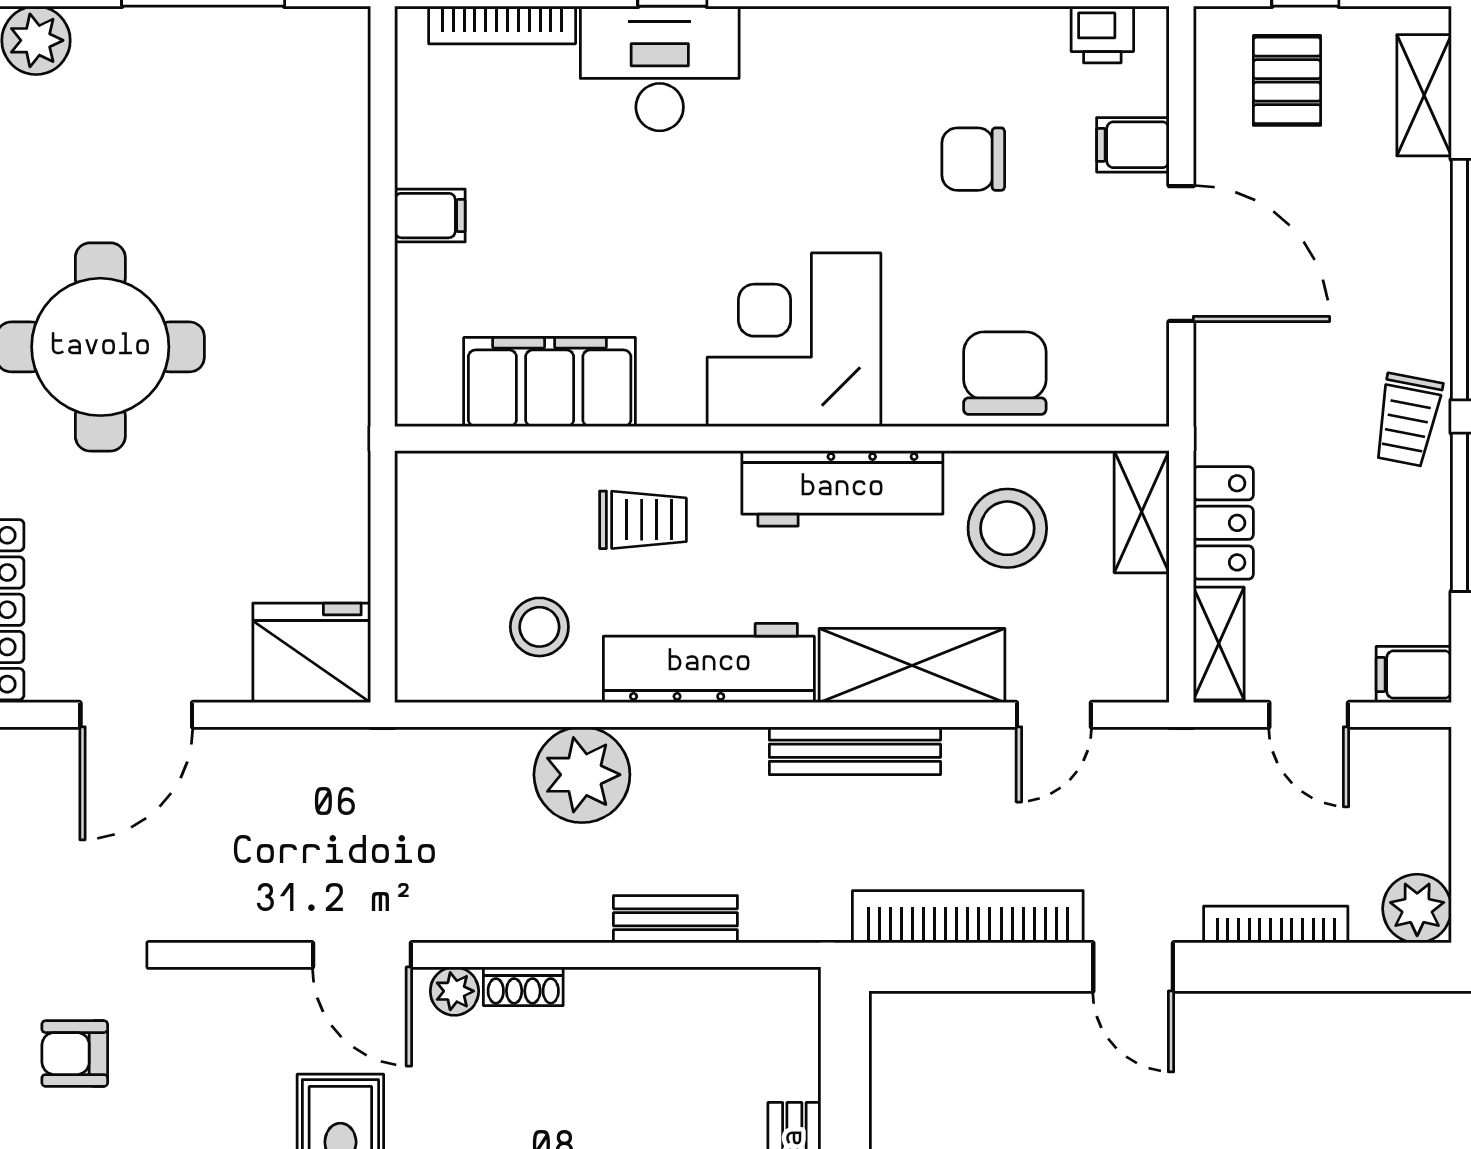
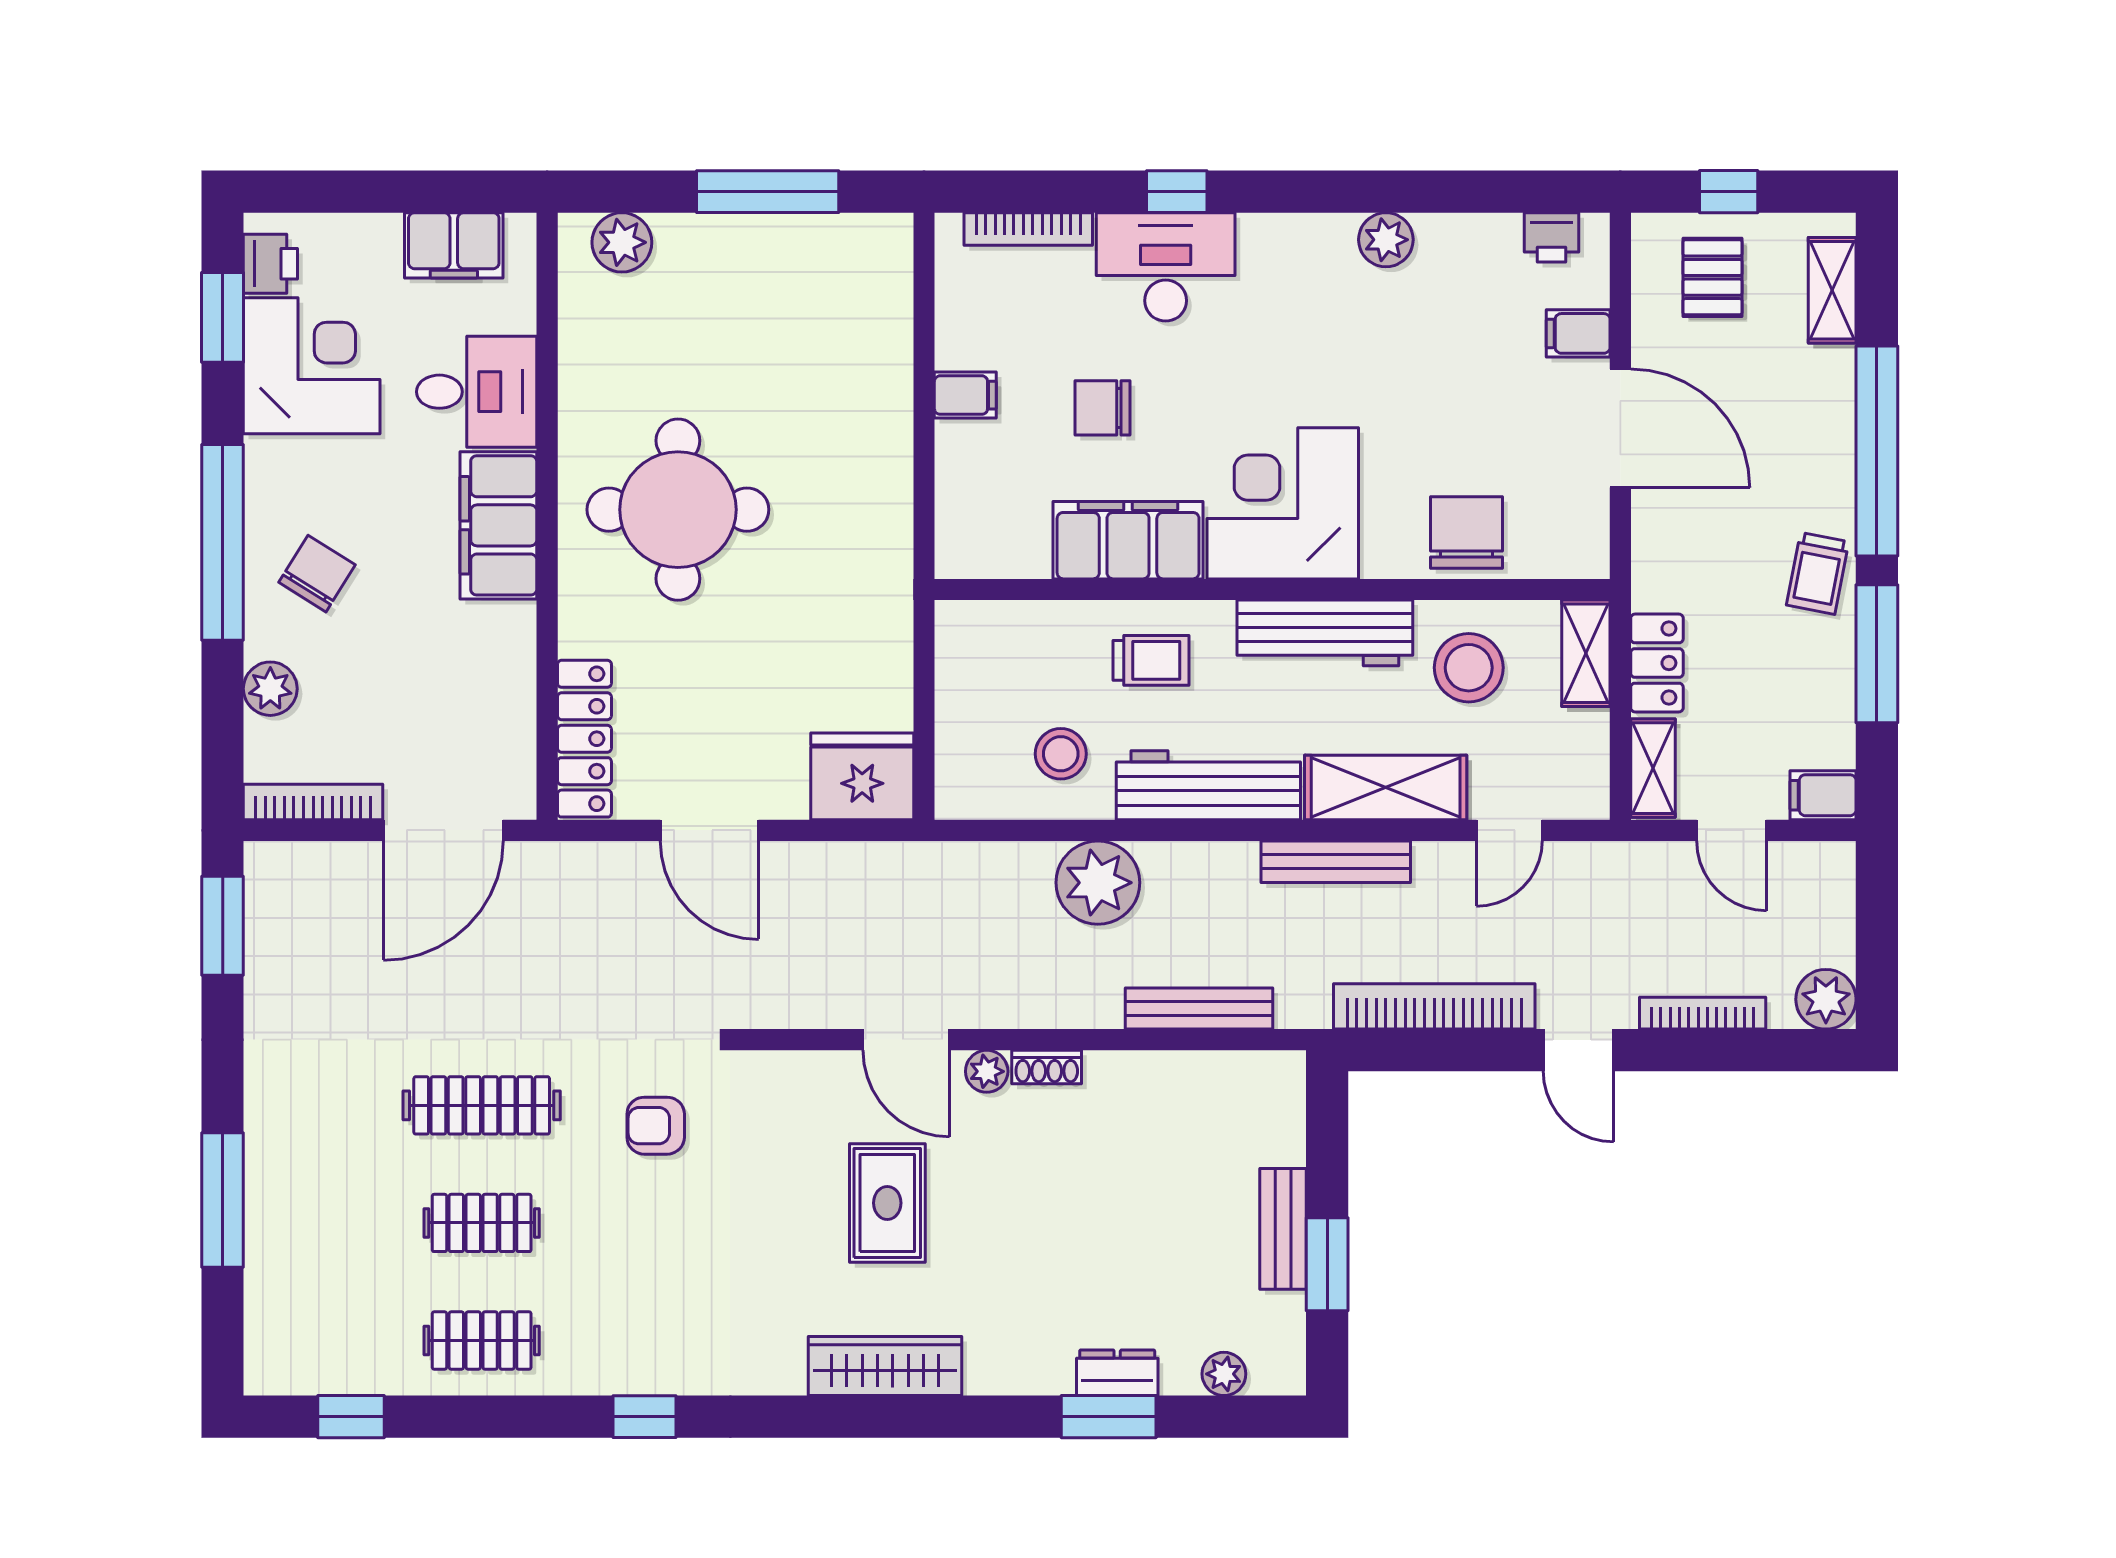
plant: (912, 37) -> (1386, 240), added
chair: (973, 159) -> (1102, 408), moved
filing cabinet: (550, 382) -> (1128, 540), moved
door: (136, 715) -> (709, 830), hinge flipped
bench: (675, 919) -> (1199, 1009), width x1.36

